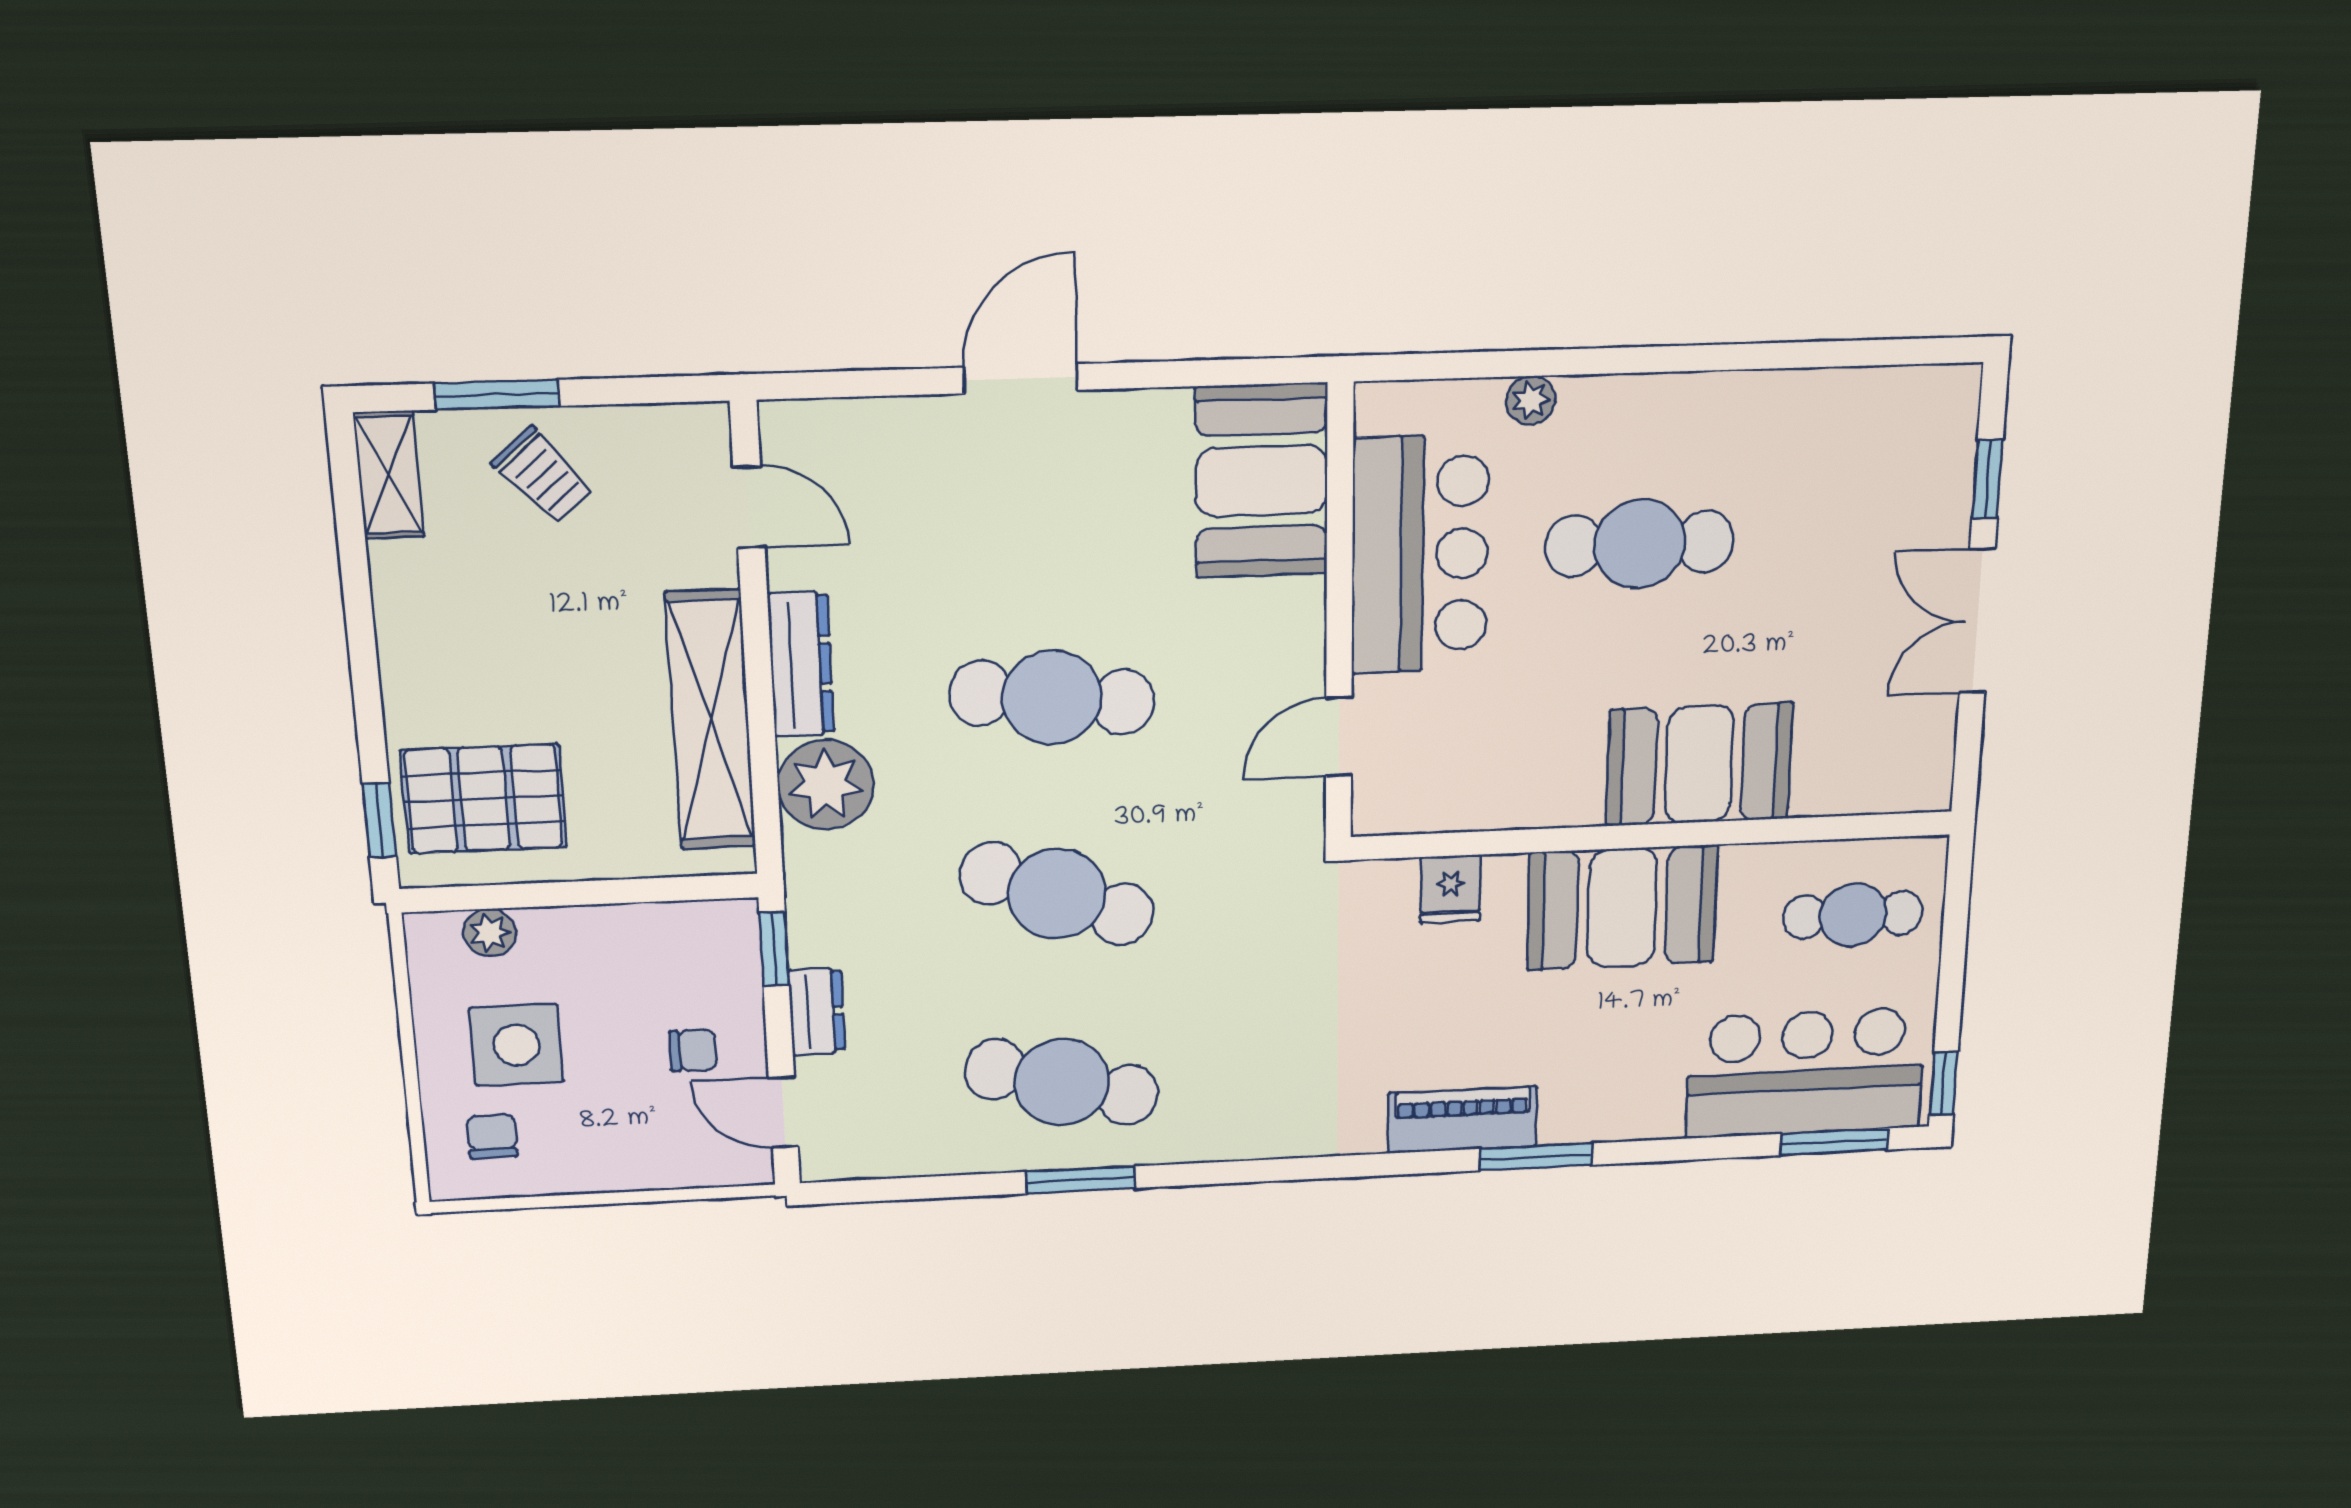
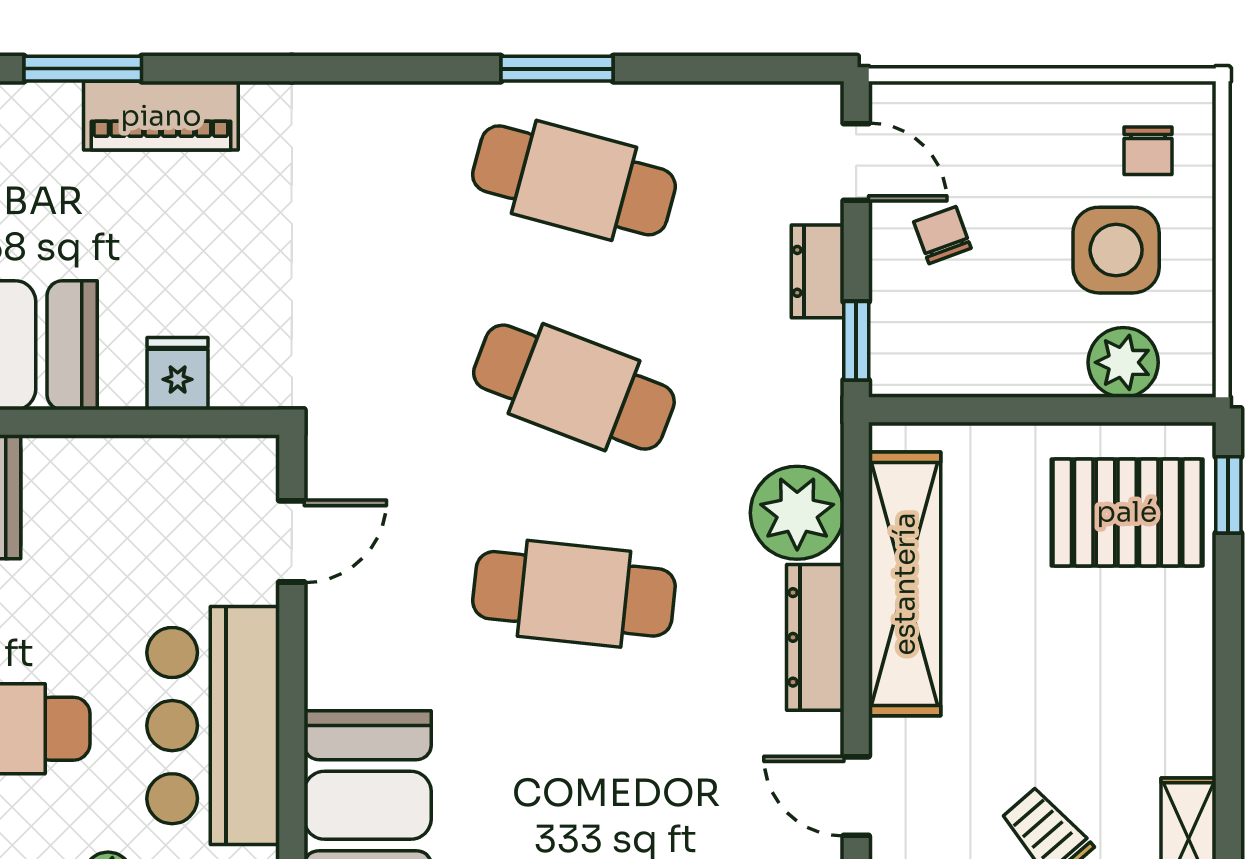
plant: (490, 933) -> (1123, 362), width x1.38, depth x1.38
chair: (693, 1050) -> (942, 235), turned 70

